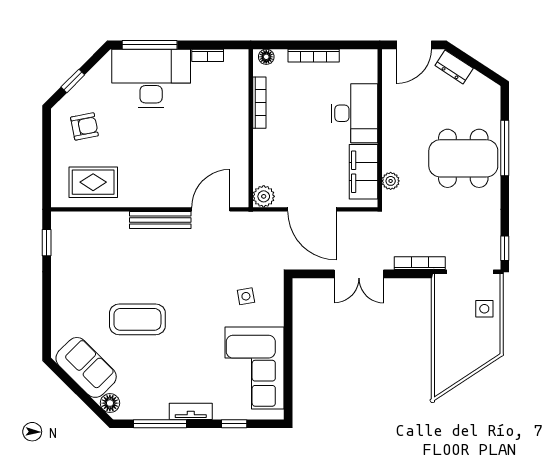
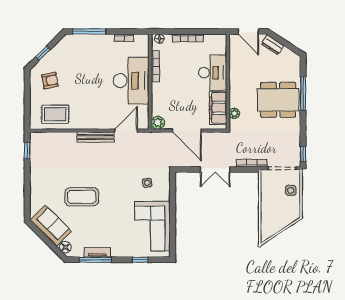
door: (414, 45) -> (248, 31), hinge flipped
desk: (151, 78) -> (131, 81), moved, turned 90
tv unit: (191, 411) -> (97, 252), moved

